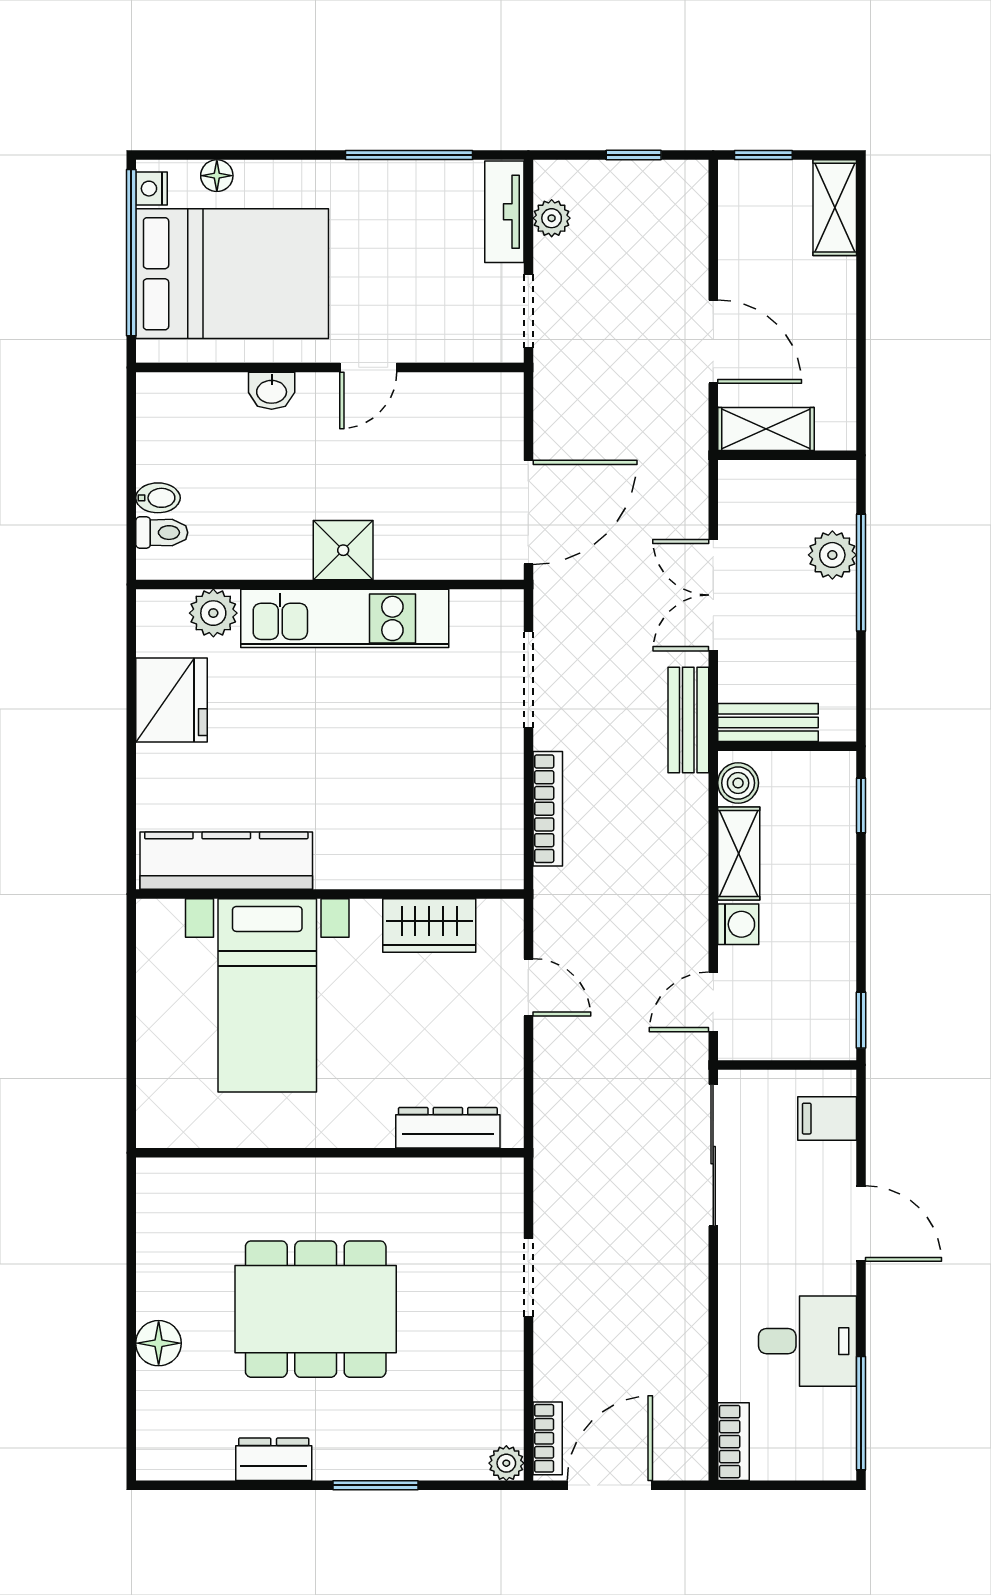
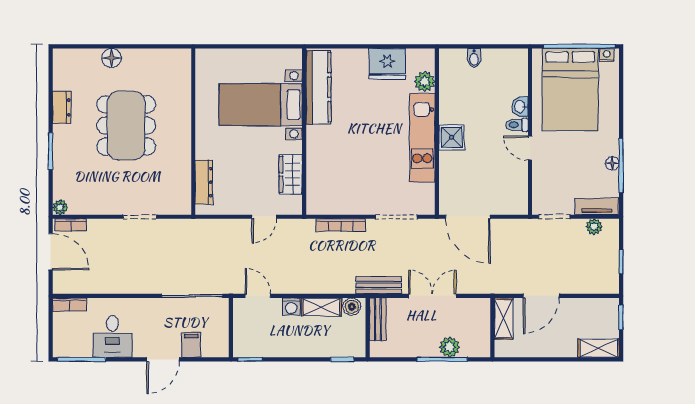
floor lamp: (217, 176) -> (612, 163), moved
toilet: (162, 533) -> (517, 125), moved, turned 90
filing cabinet: (827, 1119) -> (191, 345), moved

